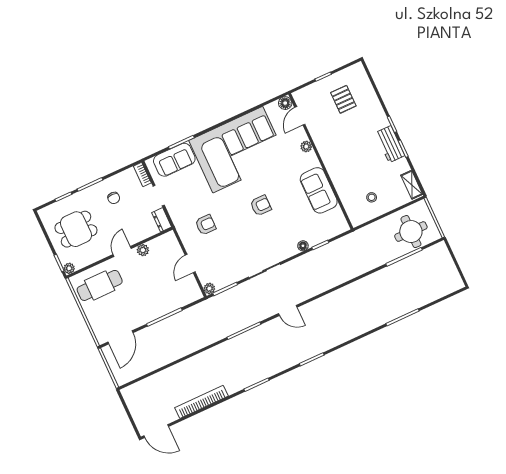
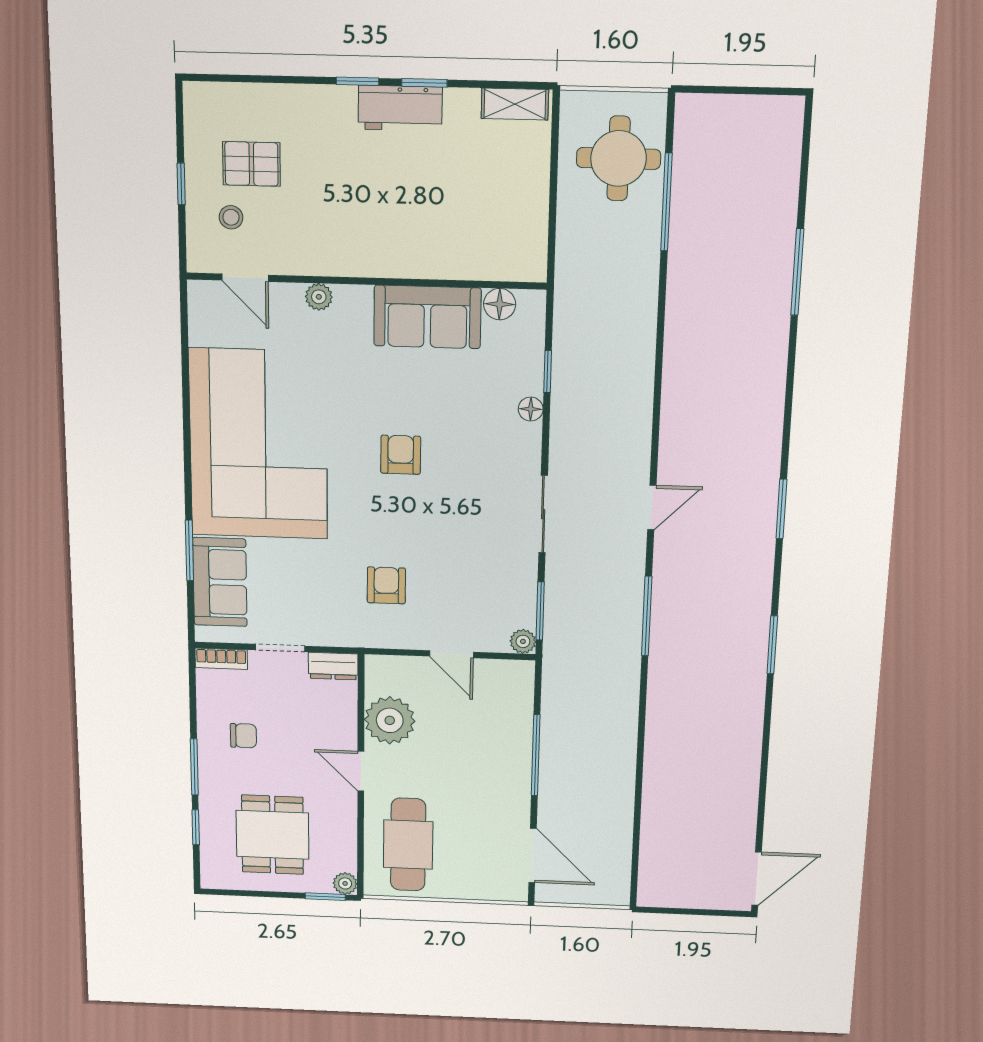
floor lamp: (285, 103) -> (500, 304), moved
stool: (372, 197) -> (231, 217), moved
plant: (143, 250) -> (390, 720), width x1.87, depth x1.87
bookcase: (202, 402) -> (747, 767), removed

